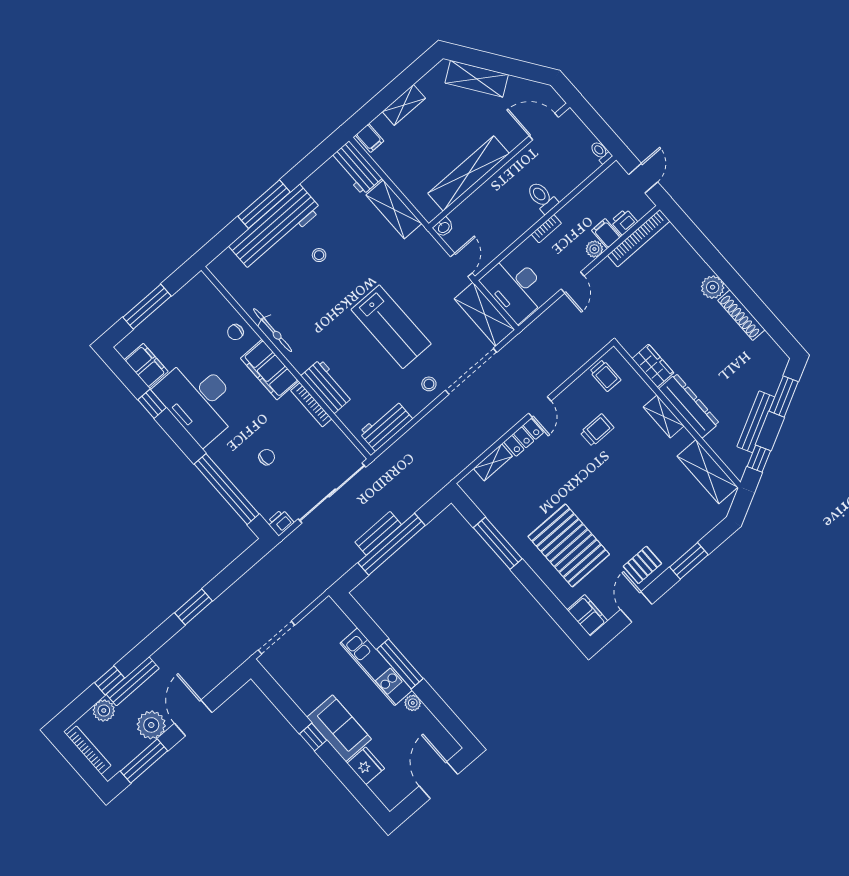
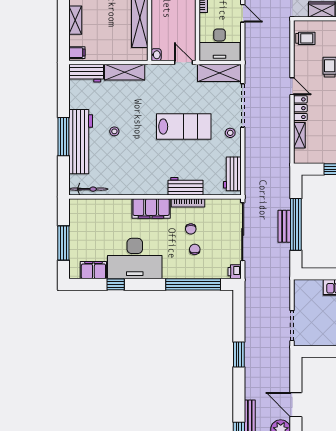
bicycle: (273, 330) -> (88, 189), moved
chair: (235, 332) -> (191, 229), moved

